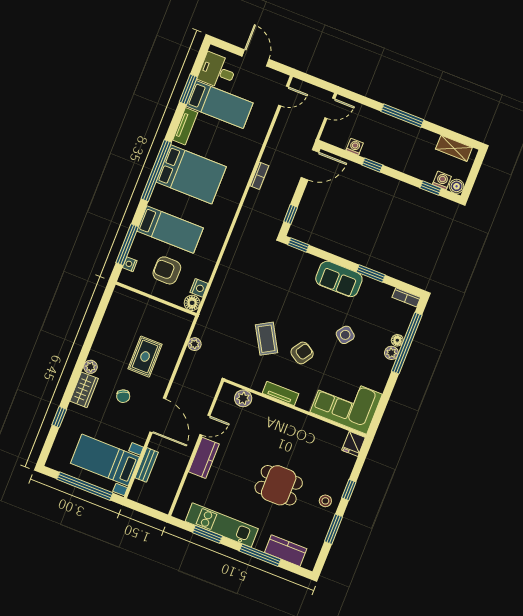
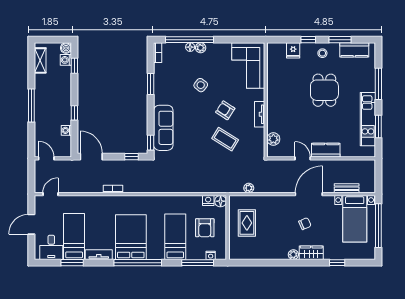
door: (284, 96) -> (50, 194), hinge flipped
sofa: (339, 279) -> (163, 128), moved, width x1.36
coffee table: (267, 339) -> (225, 139), turned 62
rug: (145, 357) -> (247, 223), moved, turned 90
fridge: (354, 444) -> (293, 50), moved, turned 90
kitchen counter: (286, 551) -> (354, 50), moved, turned -90

